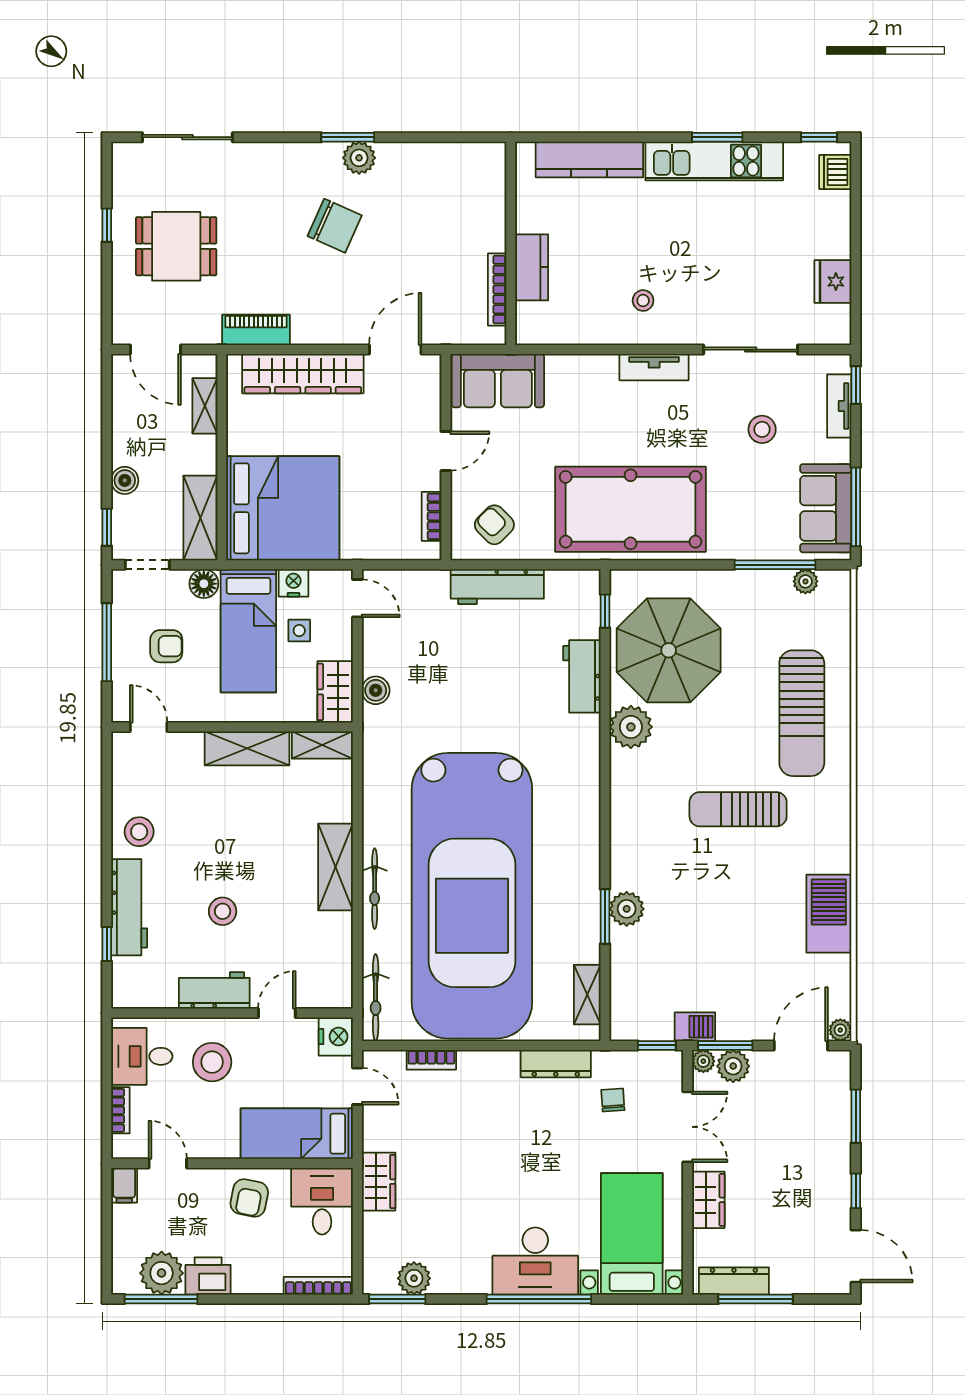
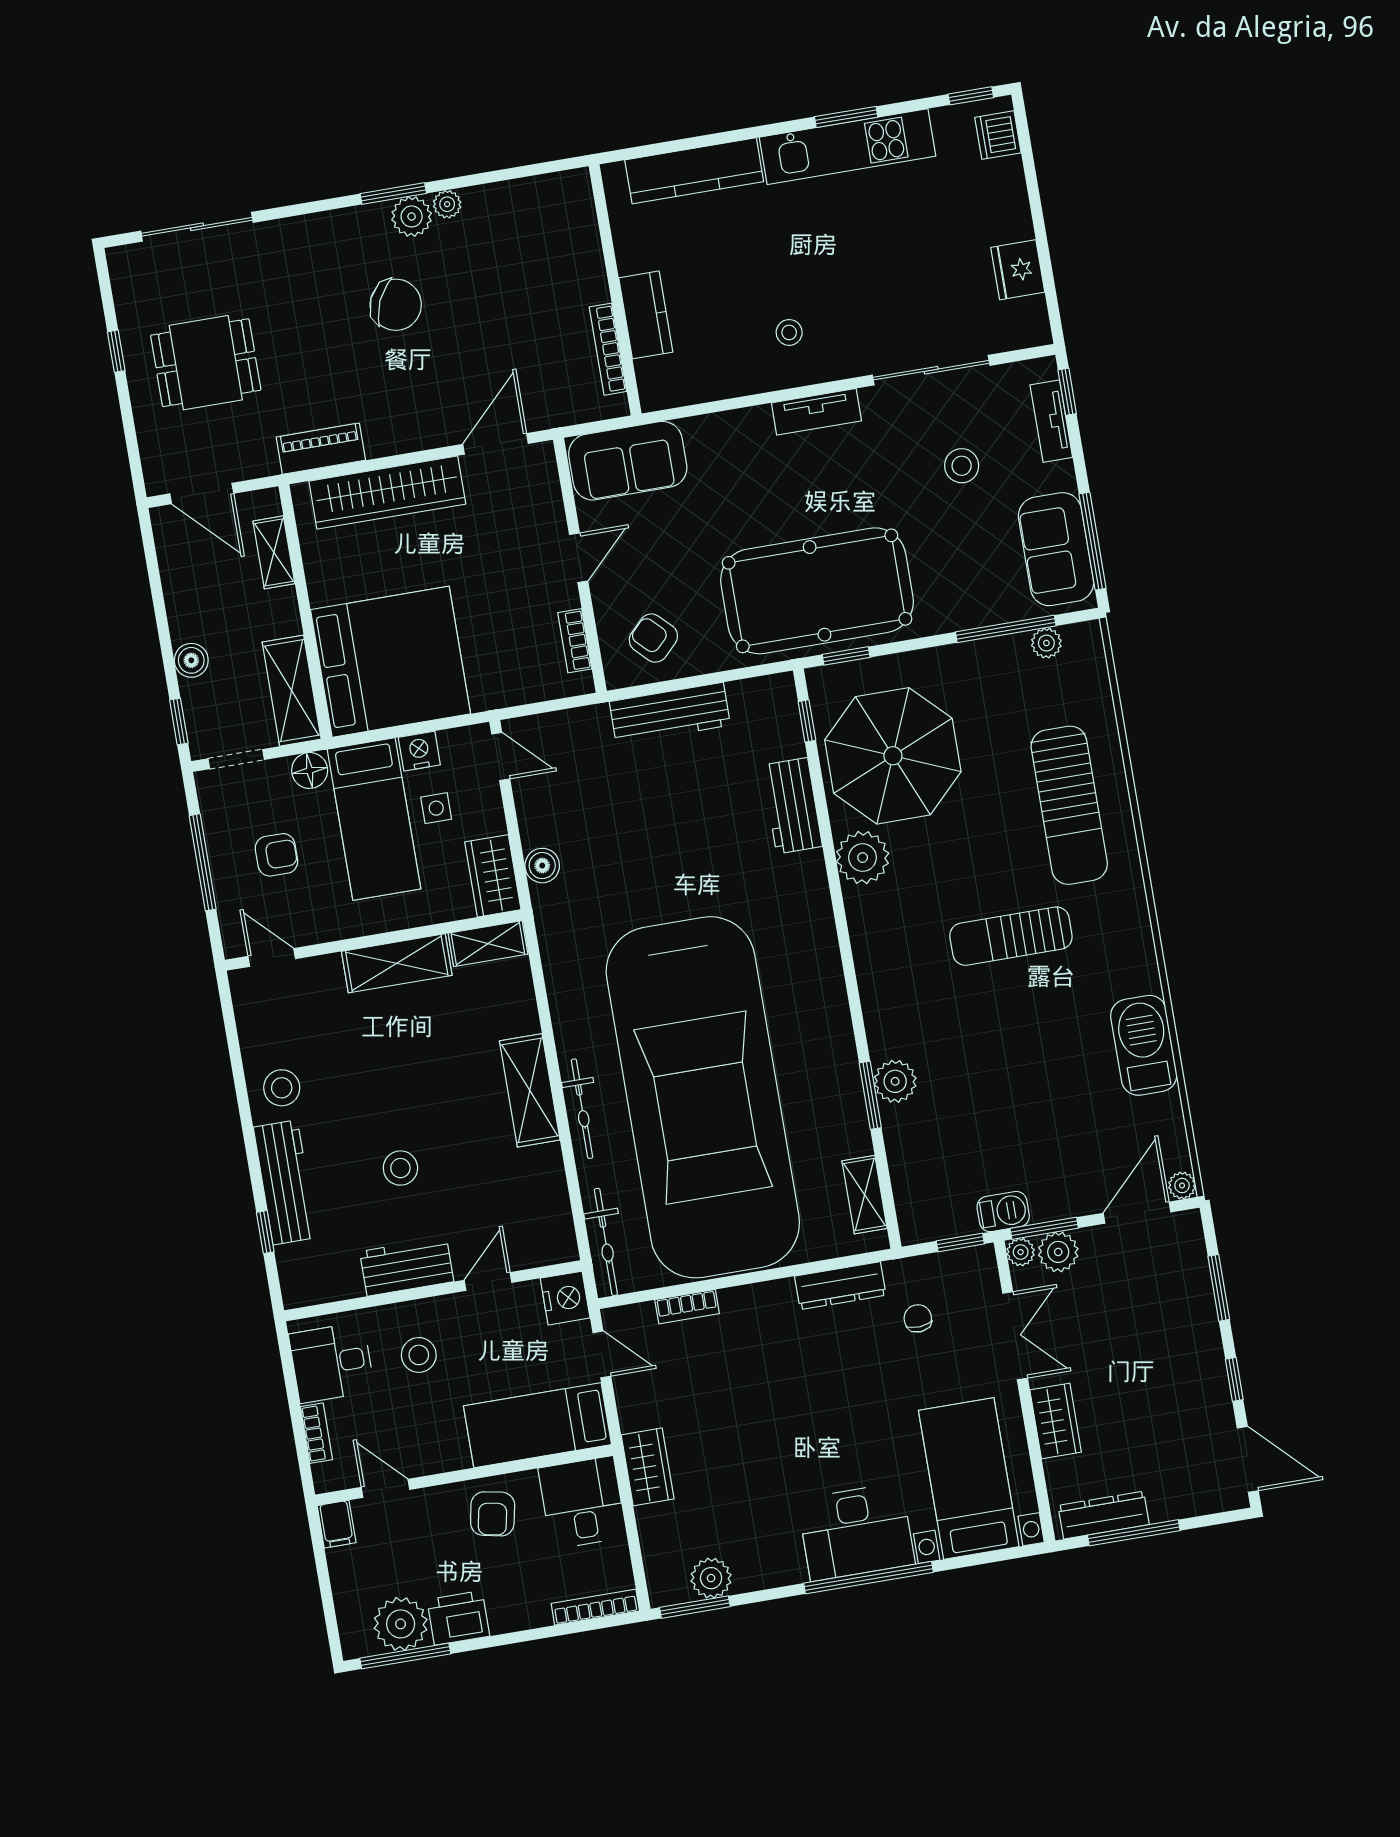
plant: (389, 153) -> (447, 204), added
window: (645, 565) -> (846, 656), added
stool: (212, 1062) -> (419, 1355), width x0.73, depth x0.73

